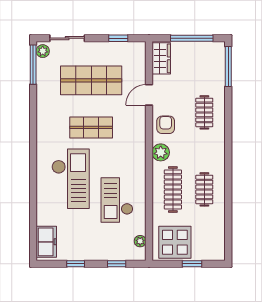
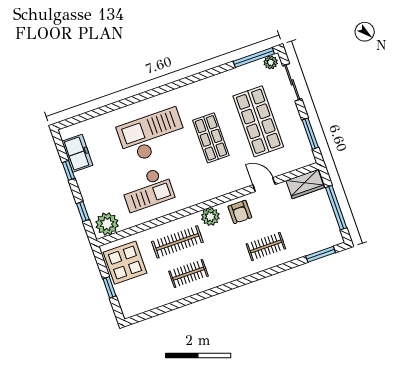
window: (118, 38) -> (310, 134), width x1.50
window: (228, 66) -> (321, 254), width x0.69
armchair: (166, 125) -> (240, 212), turned 90
checkout: (71, 179) -> (152, 135), turned 180
checkout: (117, 200) -> (147, 189), turned 180
plant: (140, 241) -> (107, 224), width x1.88, depth x1.88
freezer: (46, 242) -> (77, 153), moved, turned -90

